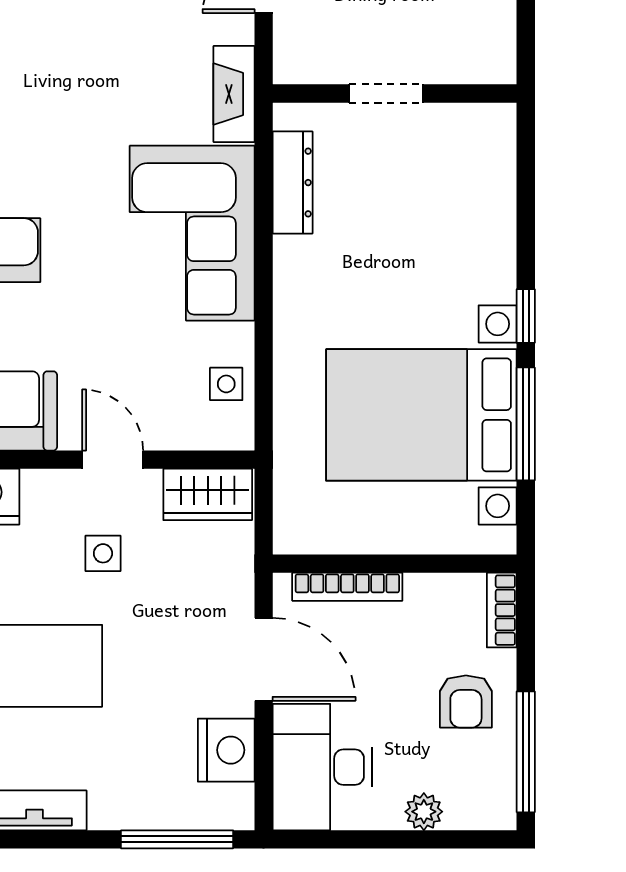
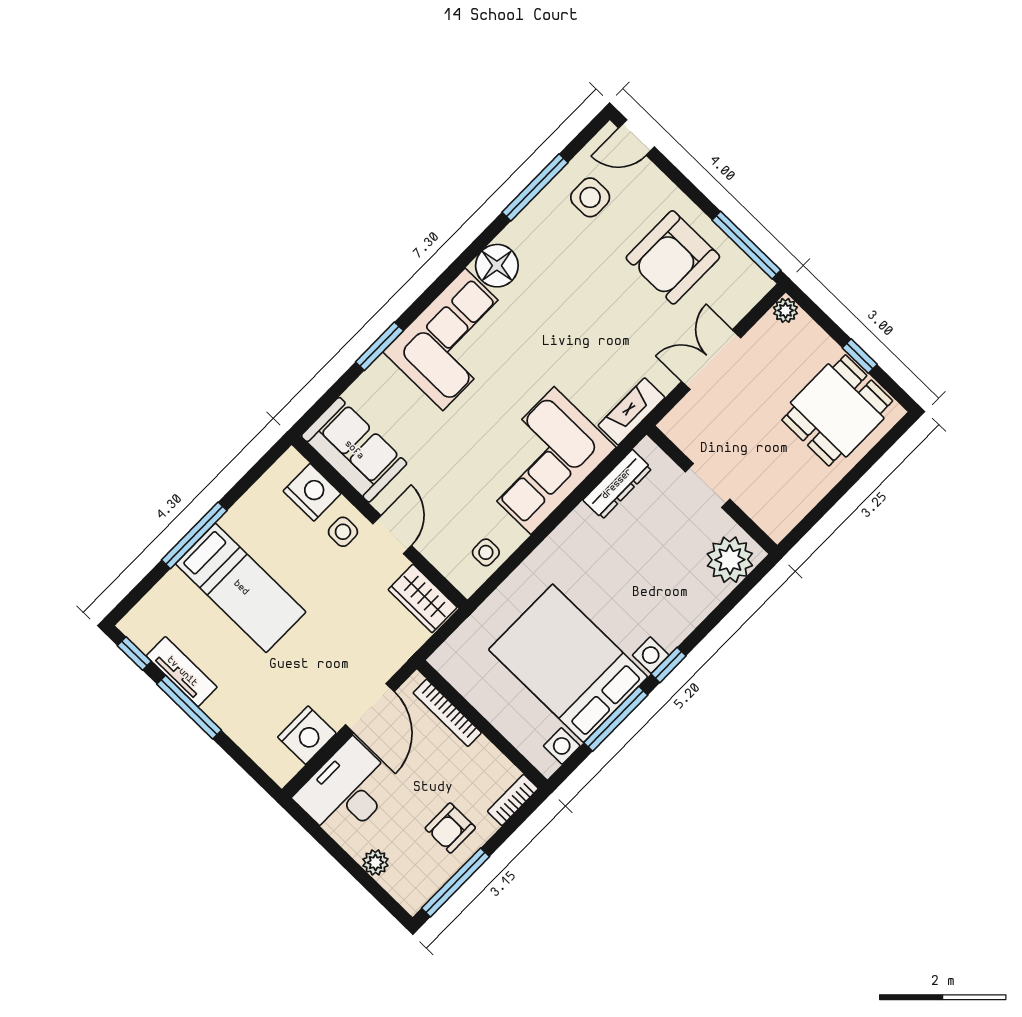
plant: (483, 147) -> (730, 560), added
side table: (103, 553) -> (343, 532), moved
window: (177, 839) -> (189, 707), moved

